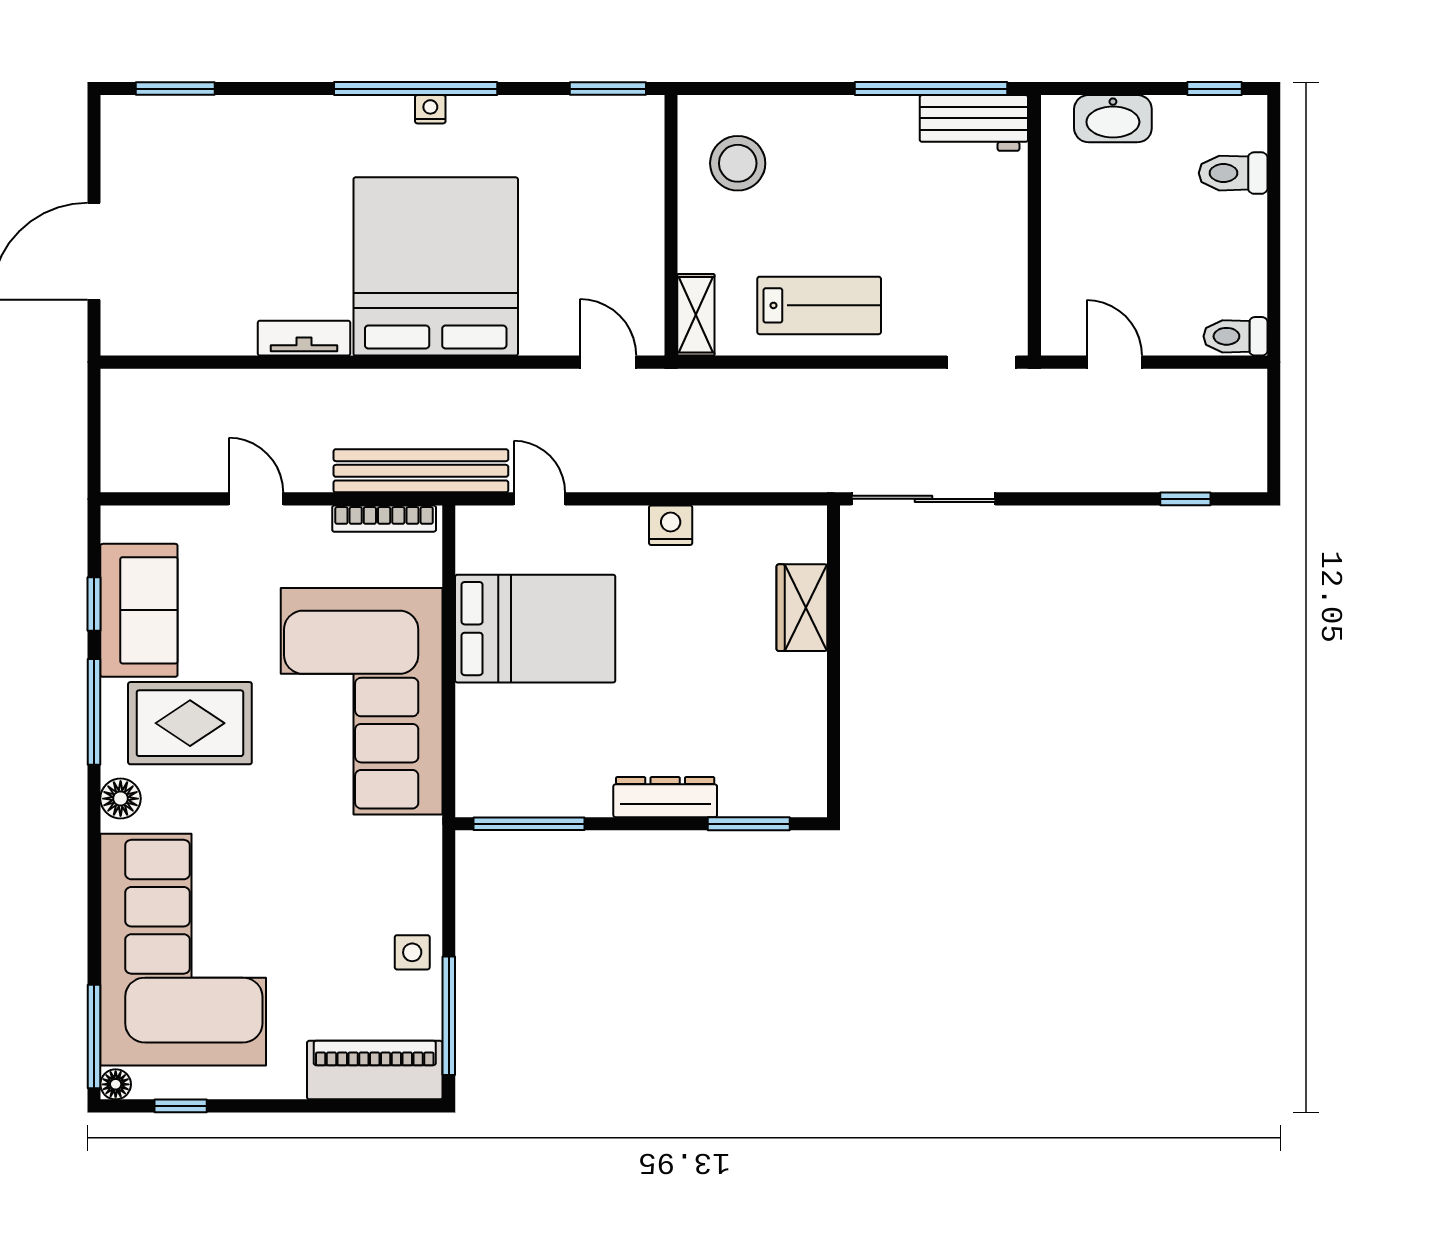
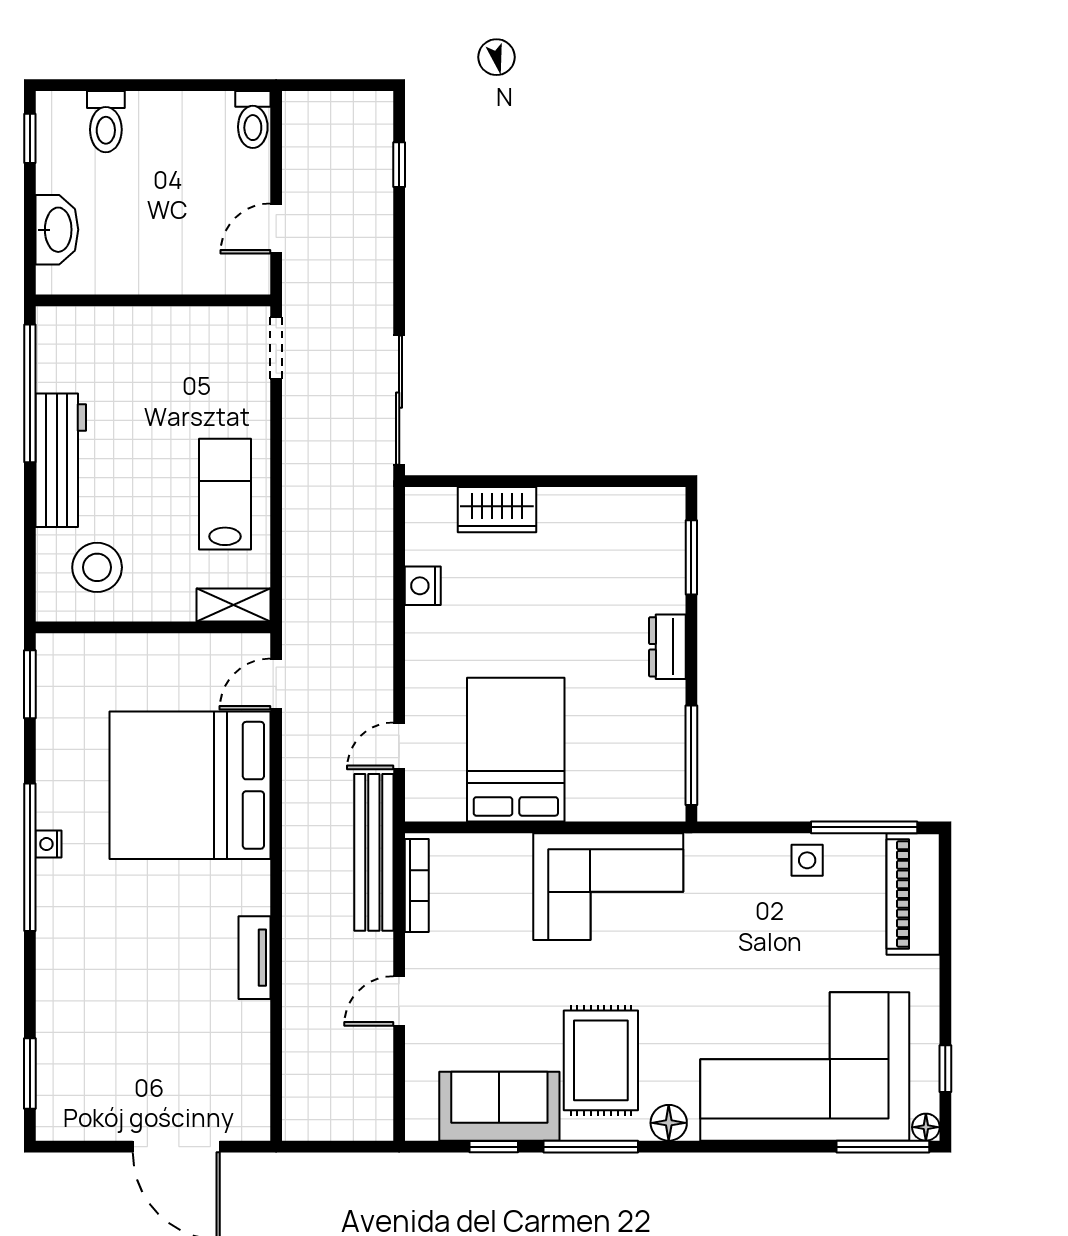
workbench: (974, 123) -> (61, 460), moved, width x1.38
bed: (436, 266) -> (190, 785), moved
nightstand: (671, 525) -> (423, 586), moved
corner sofa: (362, 701) -> (608, 887), width x0.73, depth x0.74
dresser: (665, 797) -> (667, 647), width x0.70

